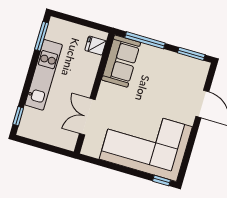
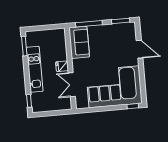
fridge: (95, 46) -> (62, 66), moved

